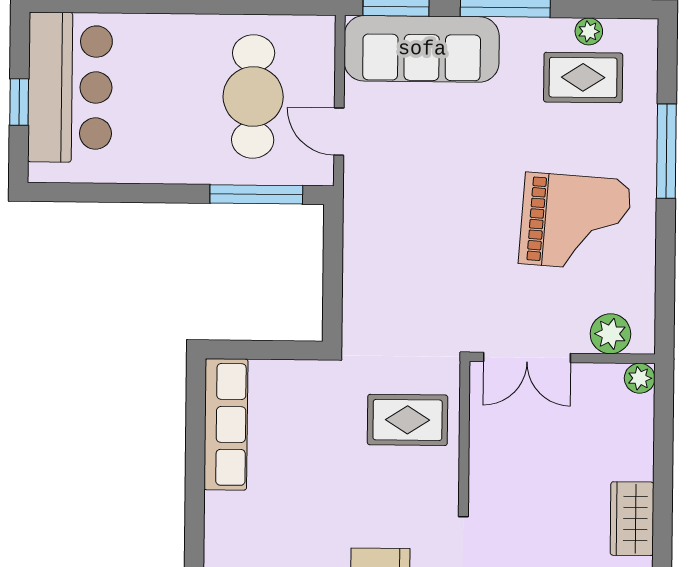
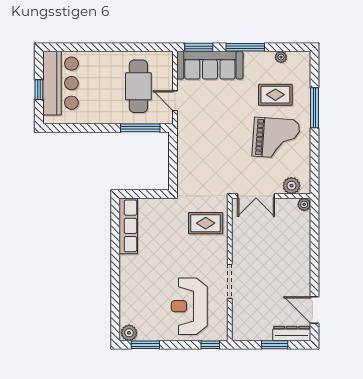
rug: (583, 77) -> (275, 95), moved
wardrobe: (632, 519) -> (301, 264), removed

